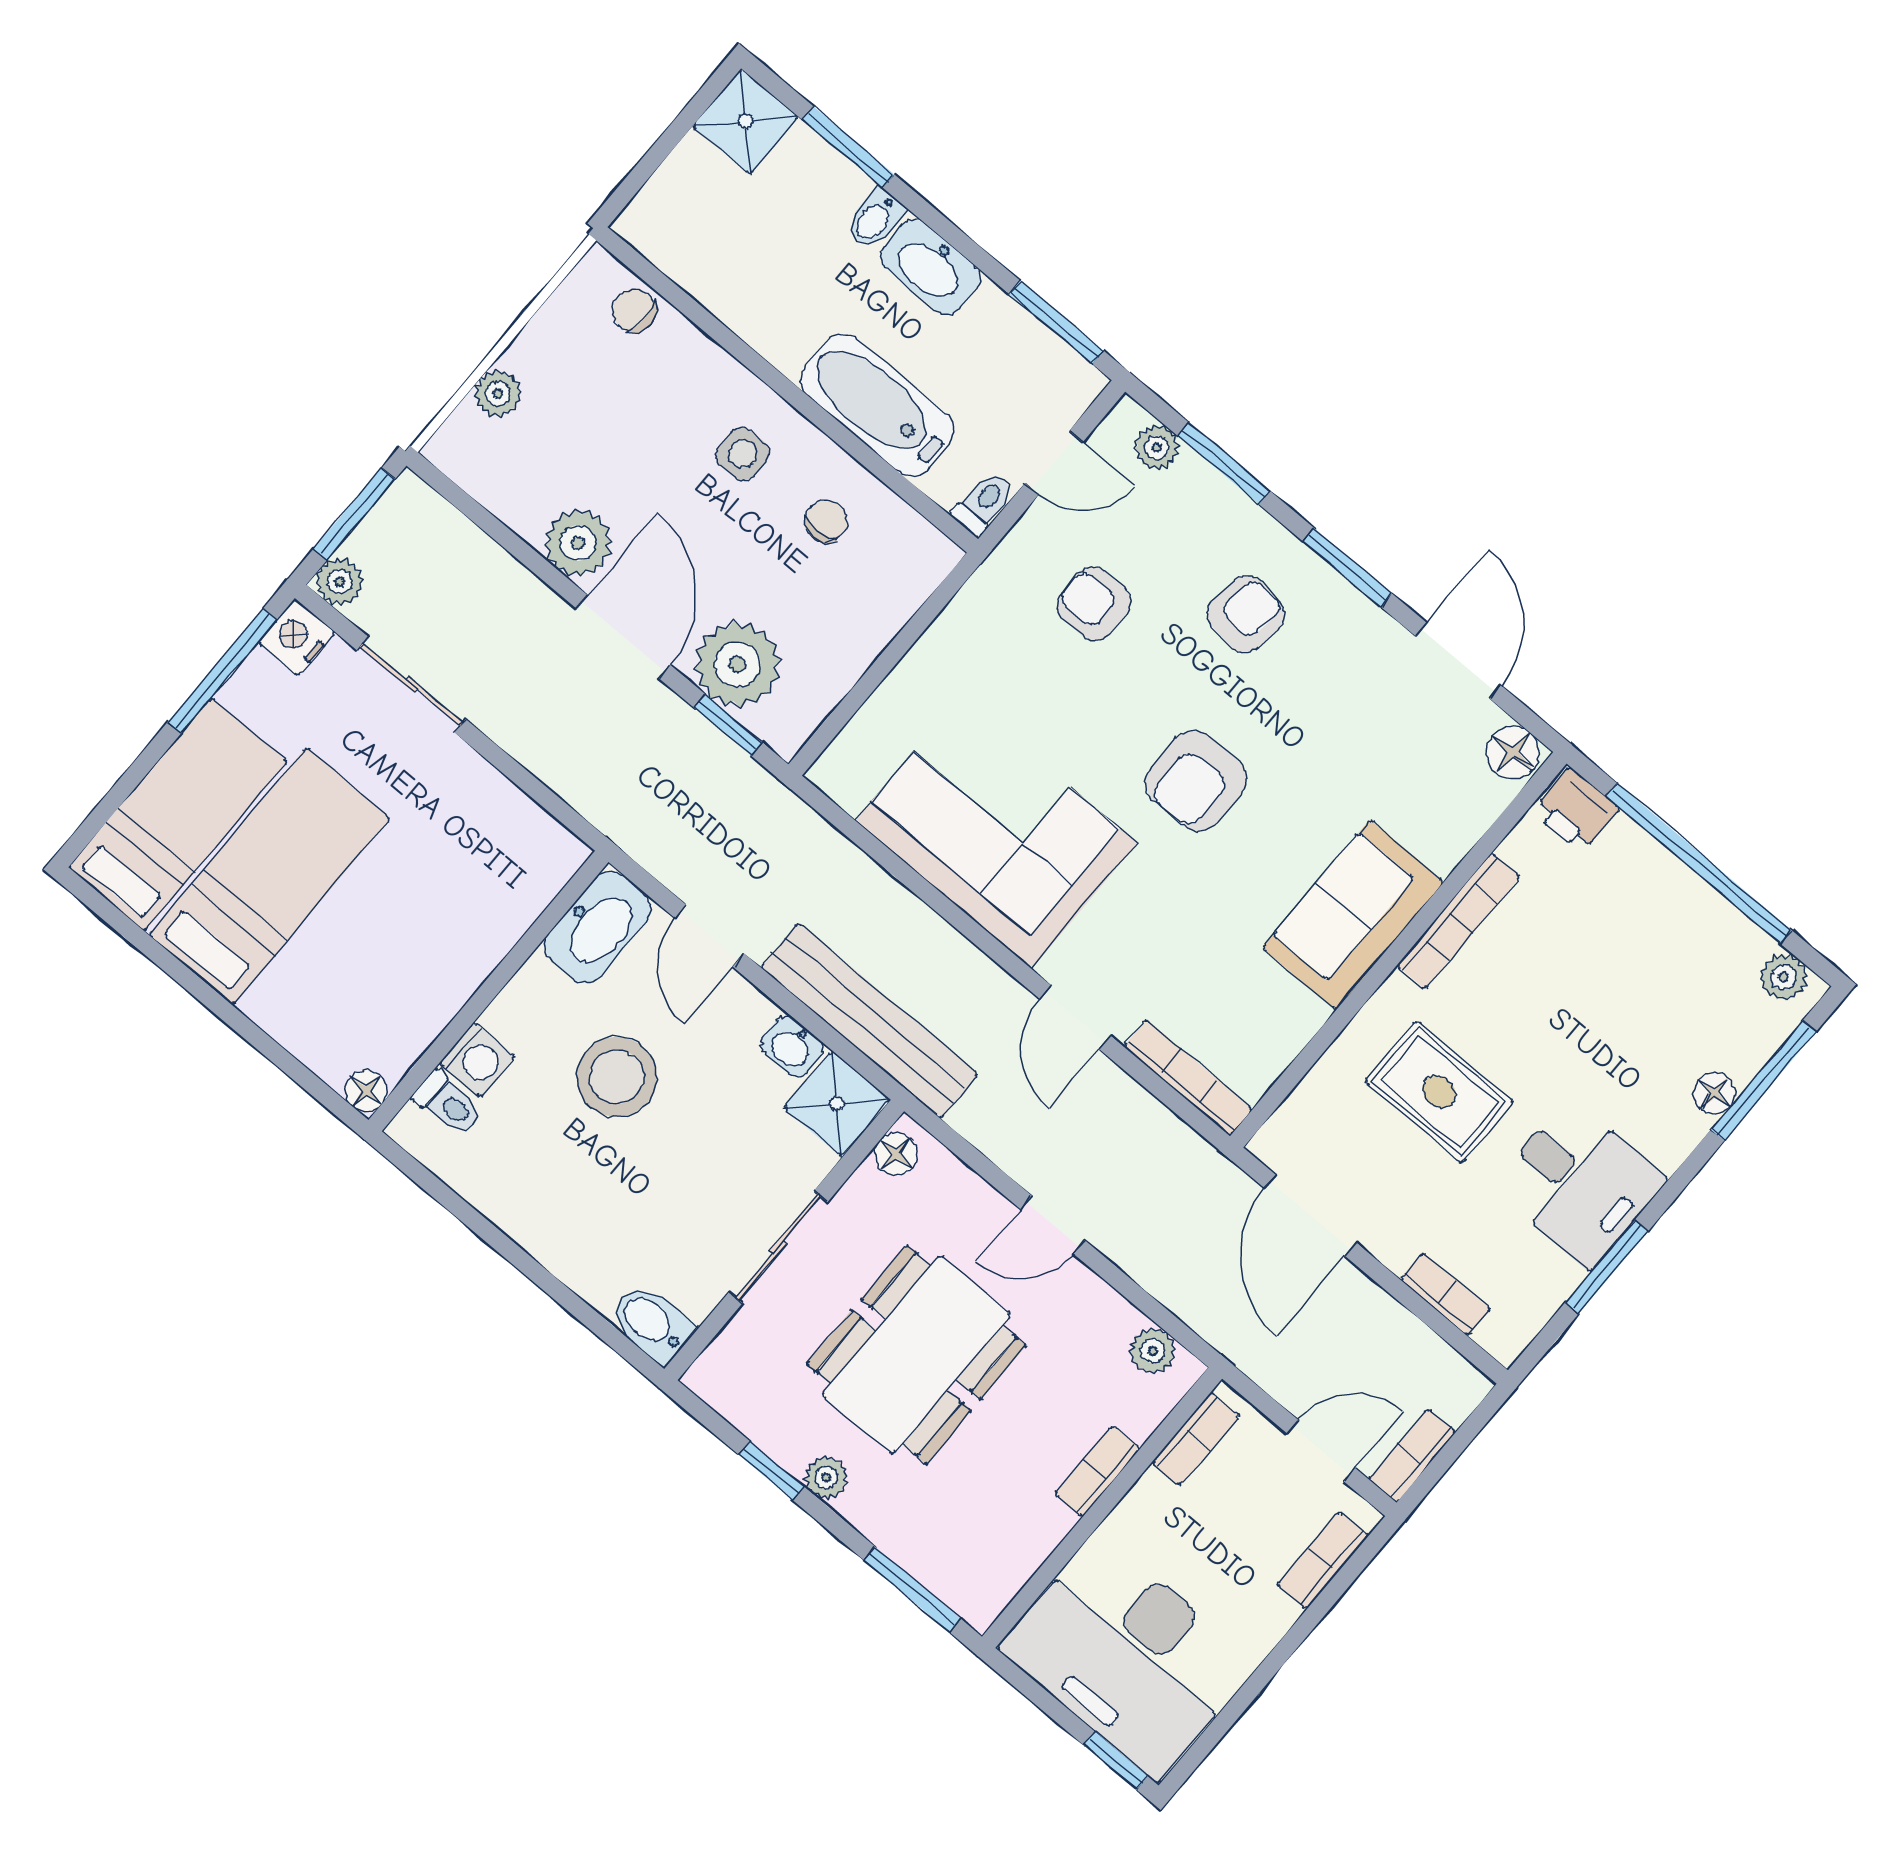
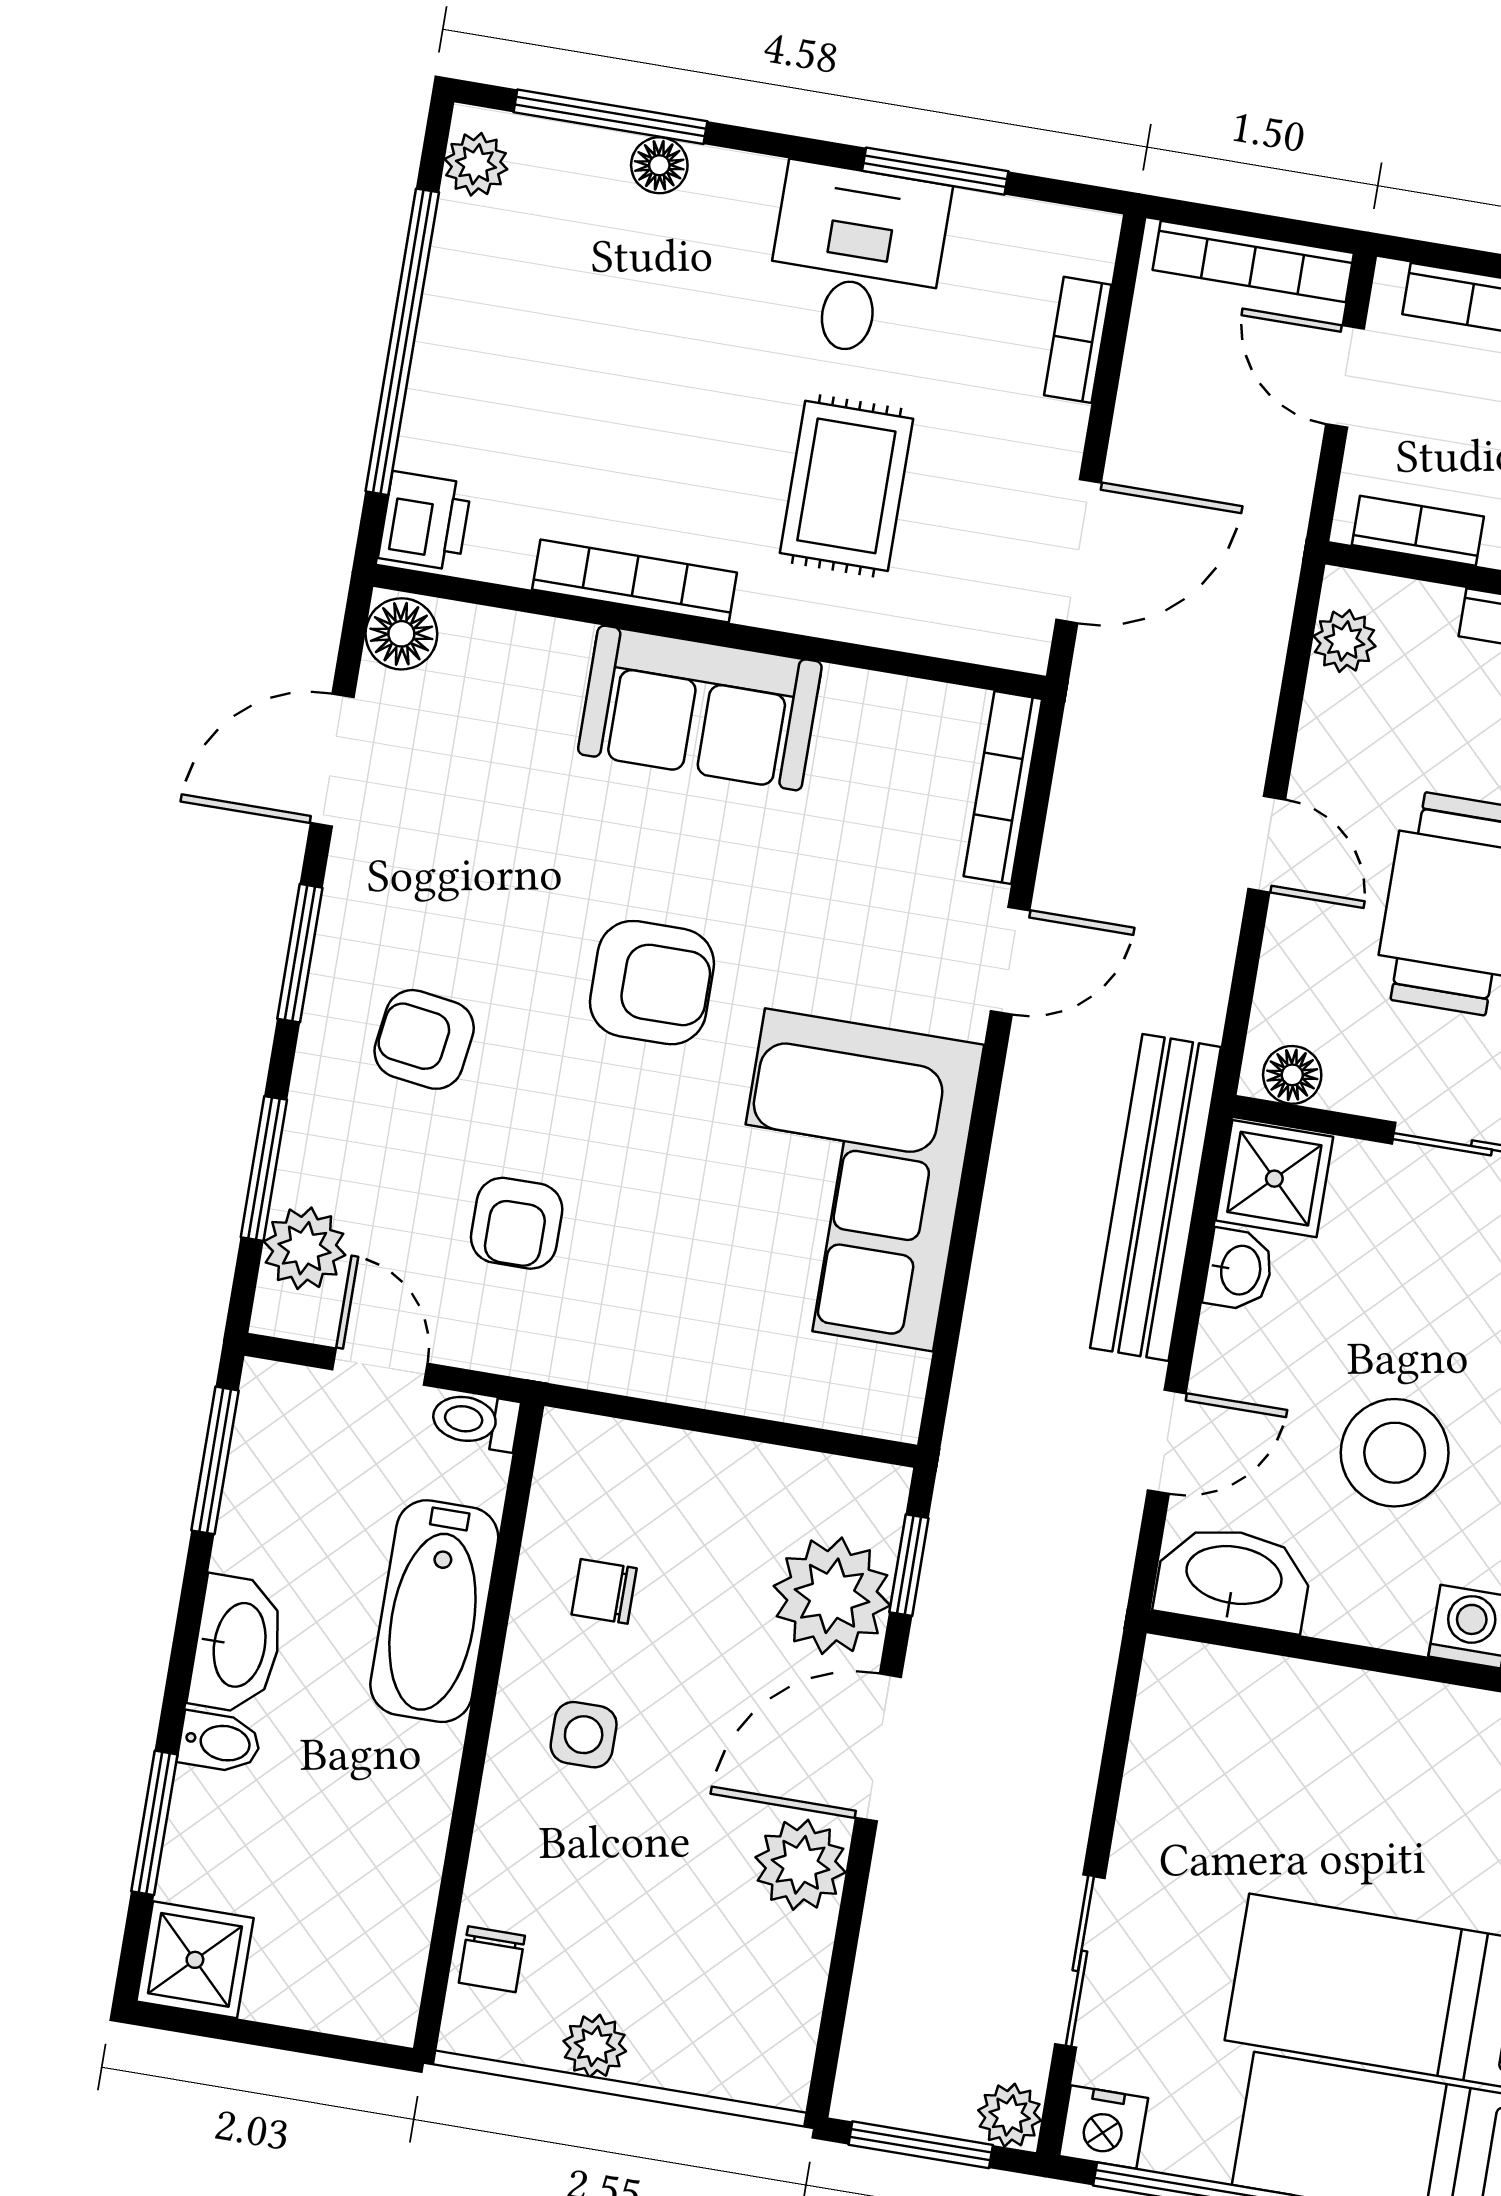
plant: (498, 393) -> (595, 2046), moved
plant: (1157, 447) -> (304, 1248), width x1.38, depth x1.38
bookcase: (1412, 1456) -> (1253, 262), width x1.56

